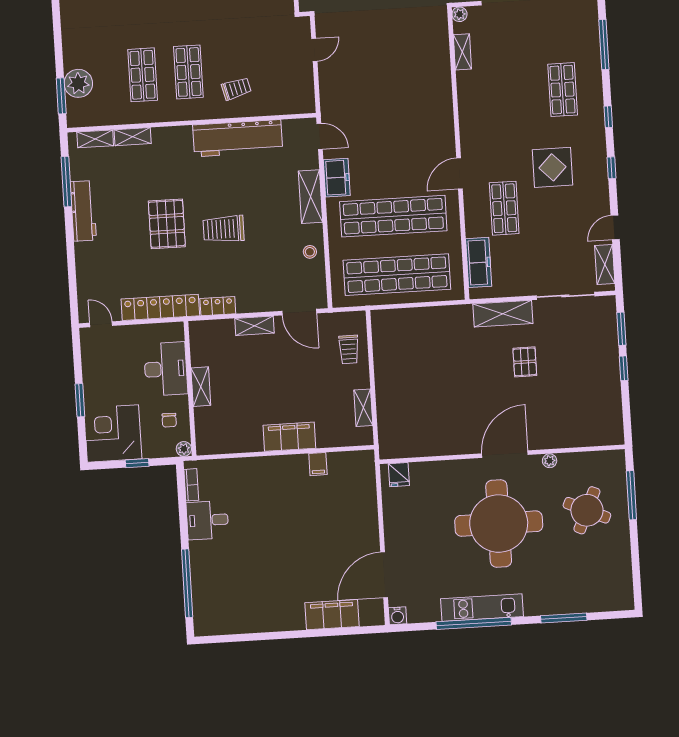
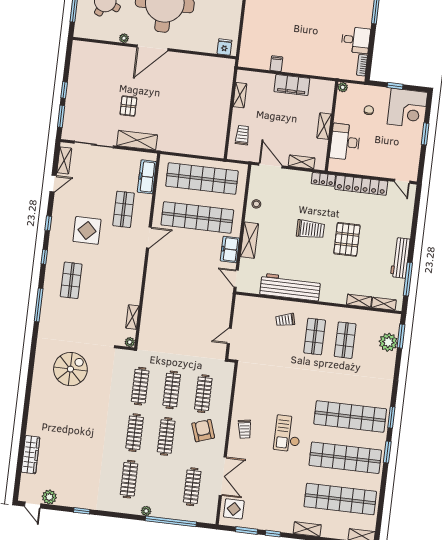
desk: (166, 369) -> (345, 142), moved
shelving: (201, 387) -> (324, 126), moved
wall: (190, 389) -> (332, 126), moved
plant: (184, 449) -> (343, 87), moved

